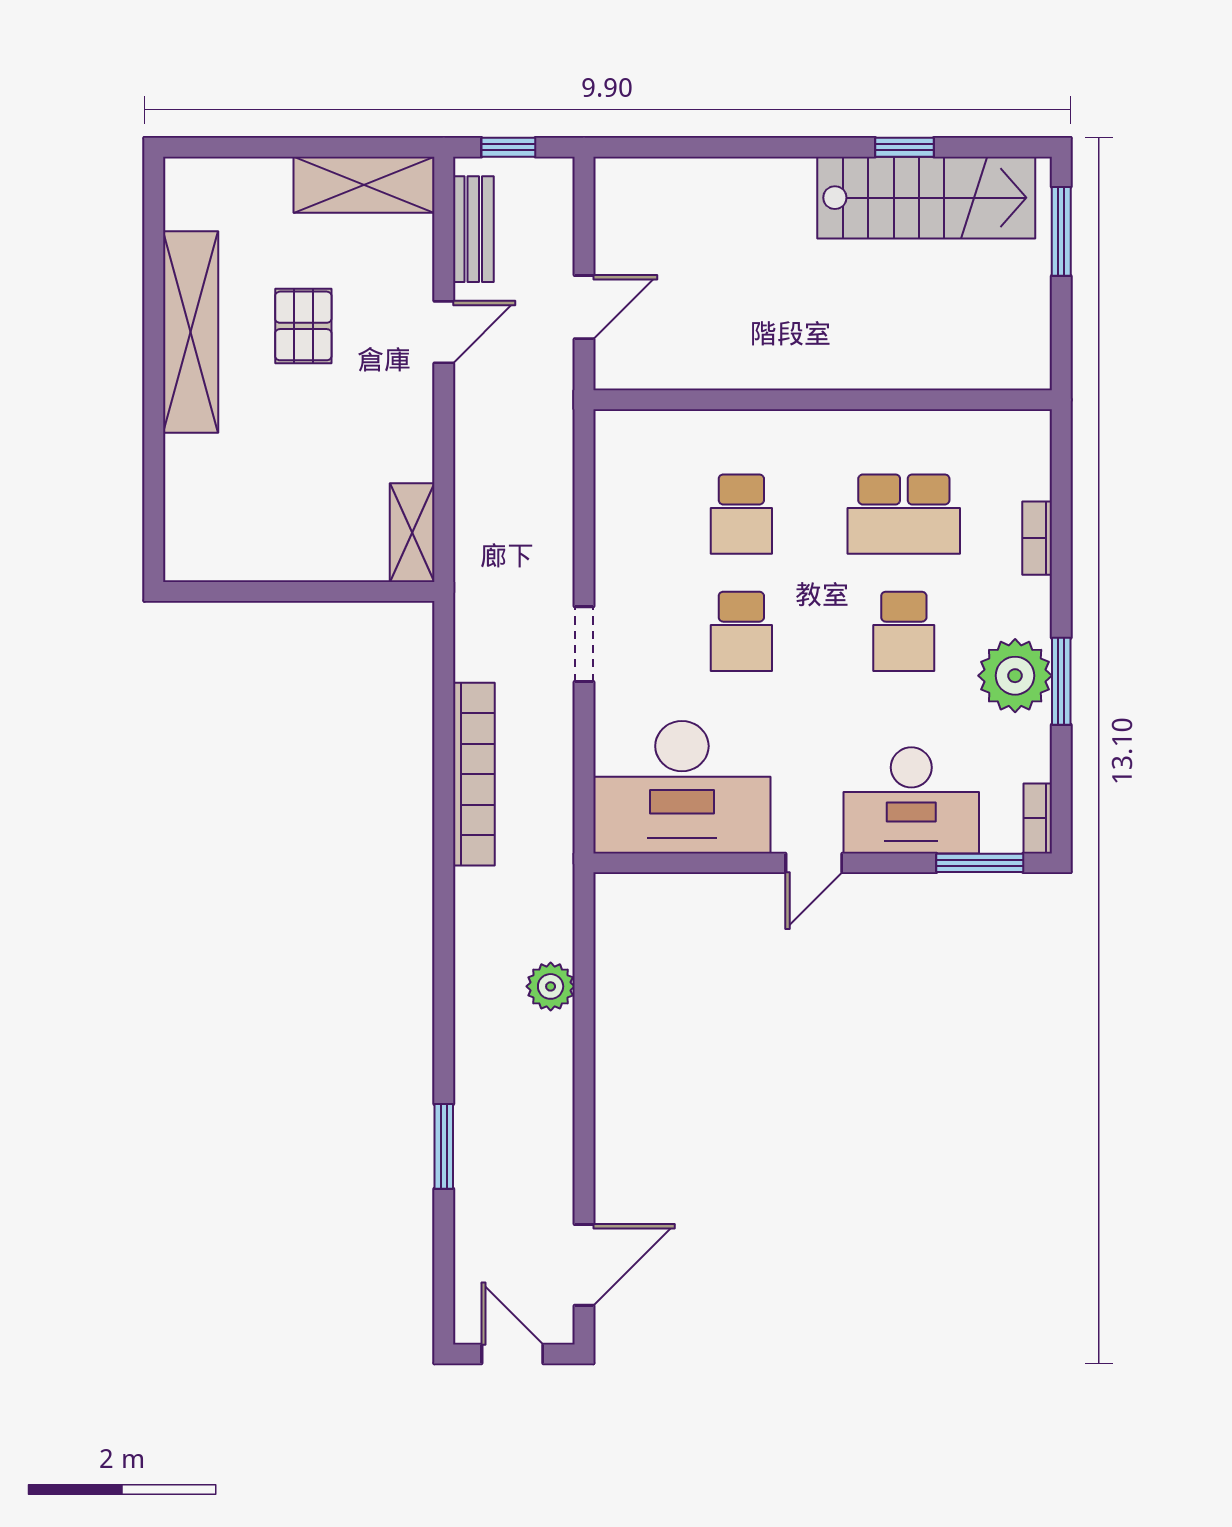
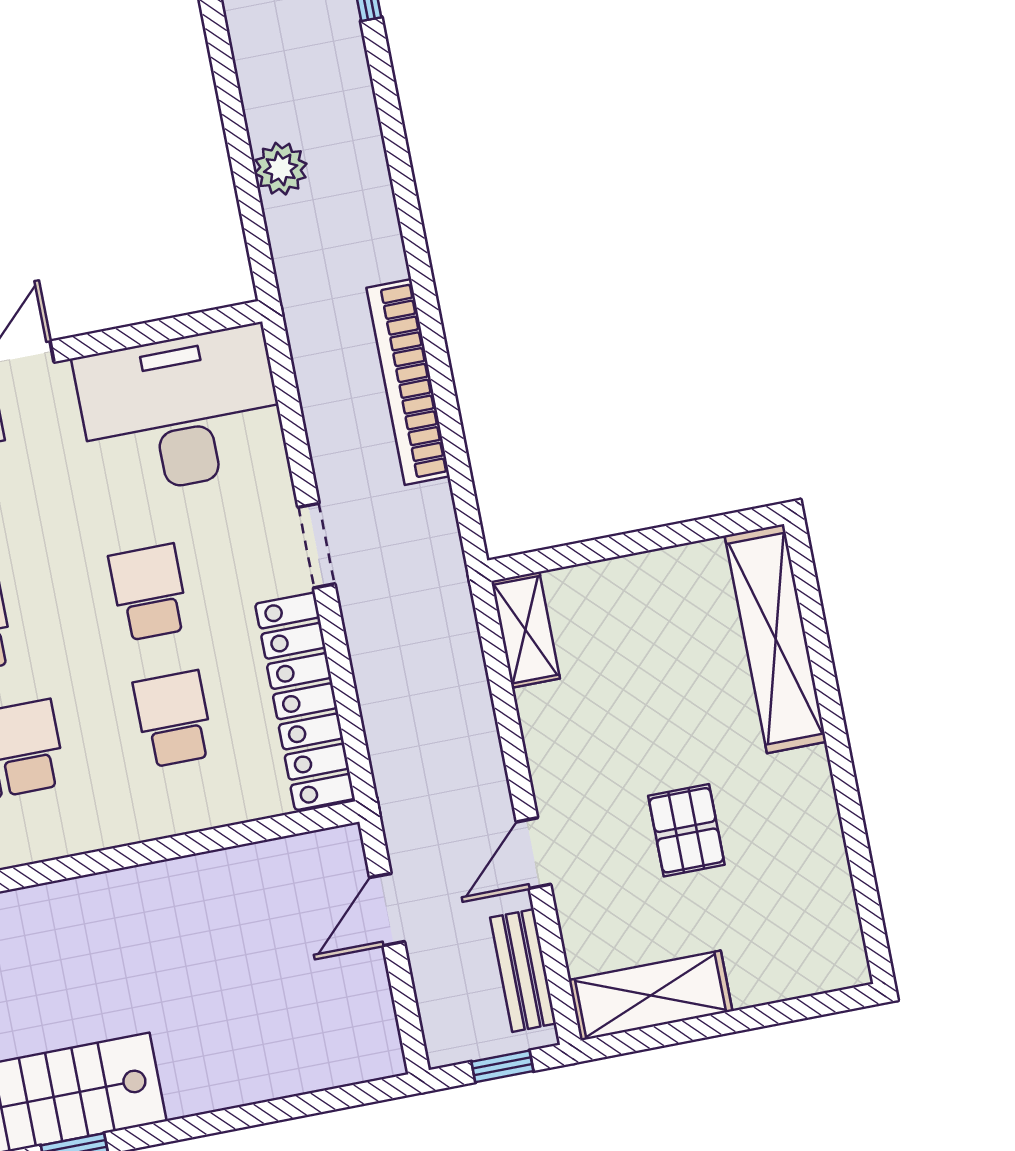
shelving: (191, 332) -> (776, 639), moved
locker: (621, 507) -> (305, 701), added

